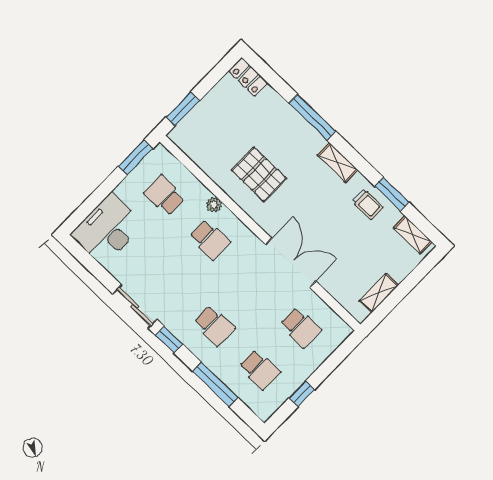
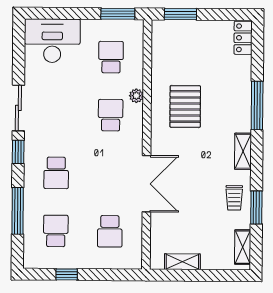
school desk: (210, 239) -> (111, 115), turned 180
school desk: (260, 370) -> (56, 231), turned 180

